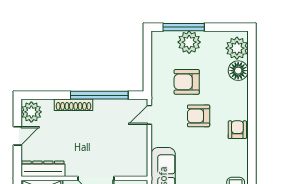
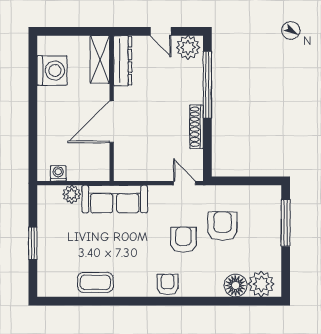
plant: (189, 42) -> (268, 229), removed
window: (99, 95) -> (207, 85), moved
shoe rack: (74, 105) -> (196, 127), moved
armchair: (237, 130) -> (168, 284), turned -90

